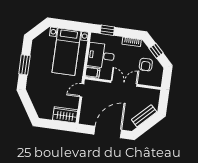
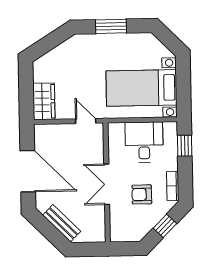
armchair: (146, 65) -> (142, 194), moved
filing cabinet: (92, 72) -> (116, 133), removed
double door: (124, 83) -> (107, 184), swing flipped

